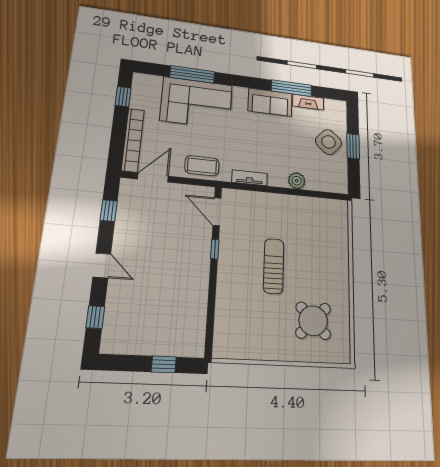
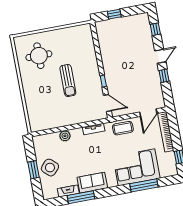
window: (109, 211) -> (164, 76), moved
door: (102, 266) -> (160, 56), swing flipped
round table: (313, 321) -> (39, 56), turned 45

